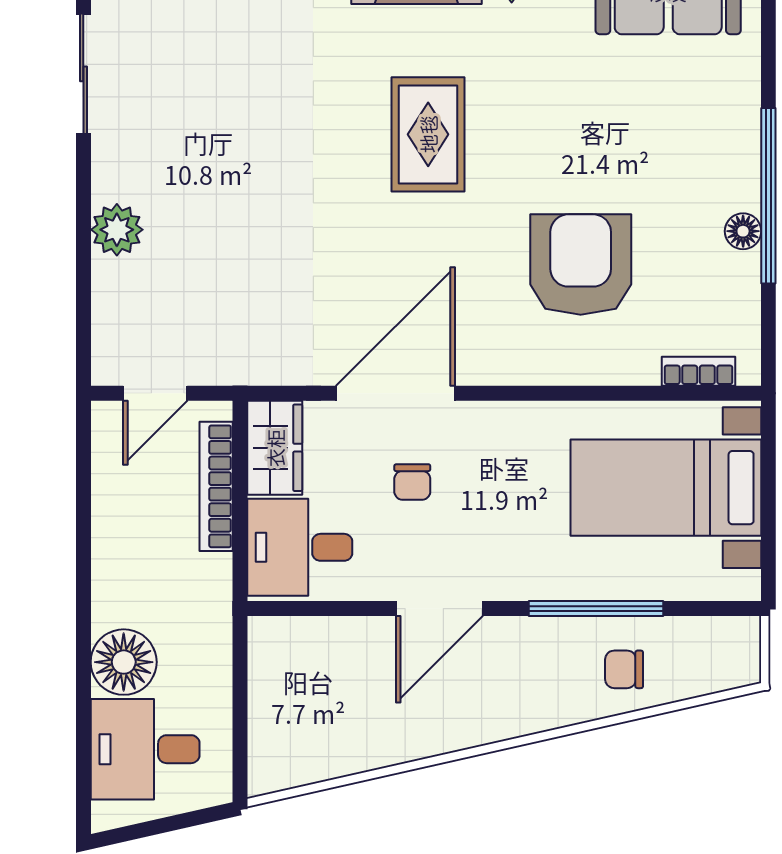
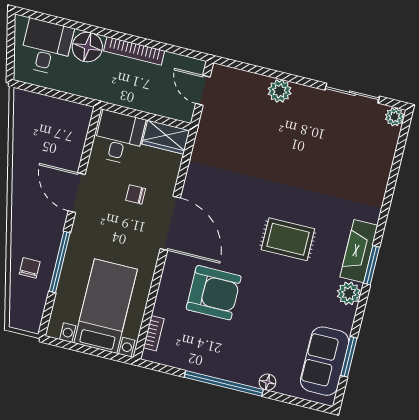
floor lamp: (743, 231) -> (267, 382), moved
door: (395, 393) -> (170, 223), moved
bookcase: (216, 486) -> (134, 51), moved, turned 180

